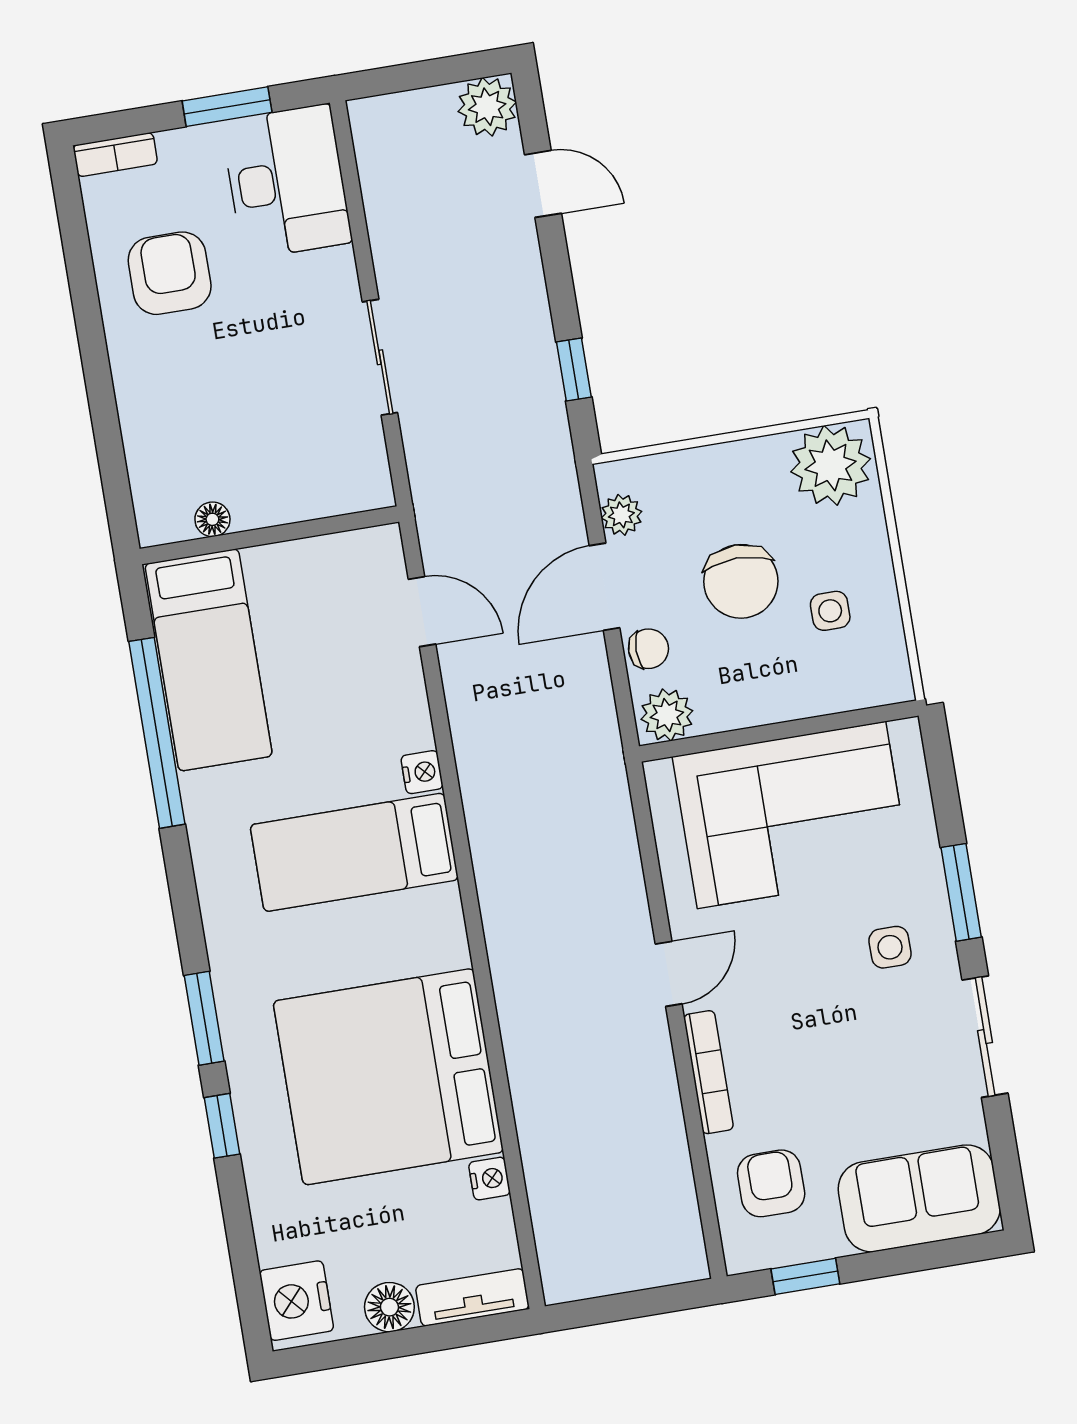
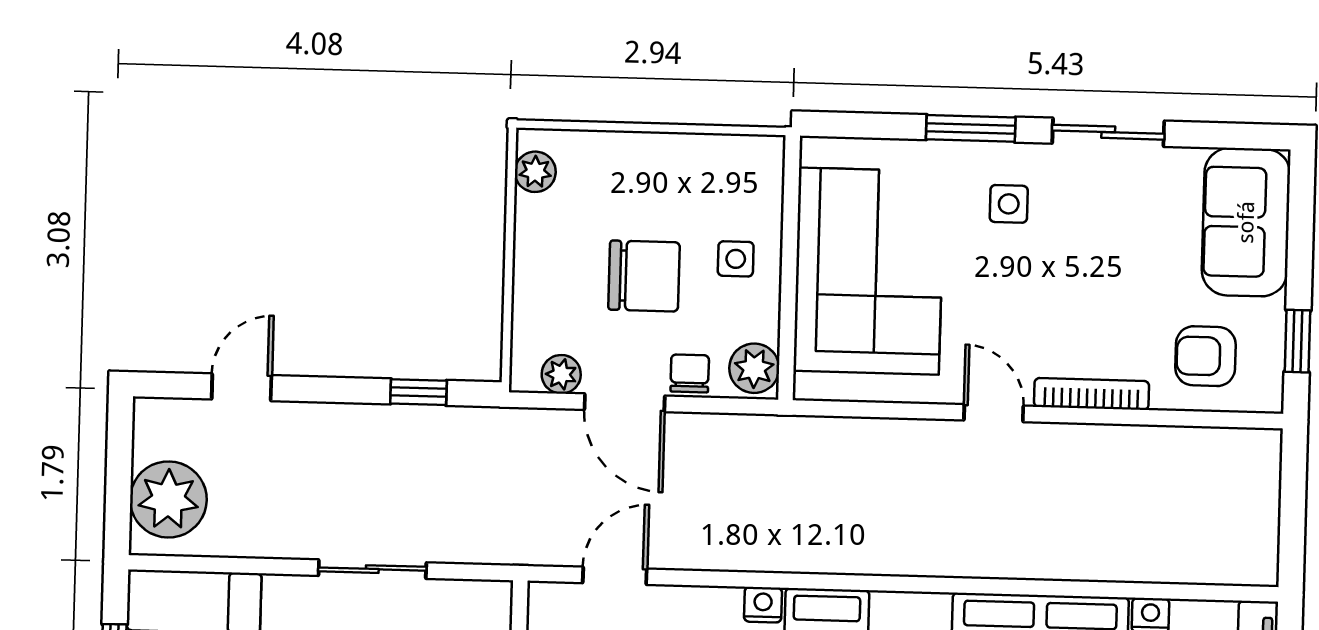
plant: (487, 107) -> (168, 499), moved, width x1.36, depth x1.36
plant: (831, 465) -> (535, 172), width x0.53, depth x0.53
side table: (830, 611) -> (736, 259), moved

